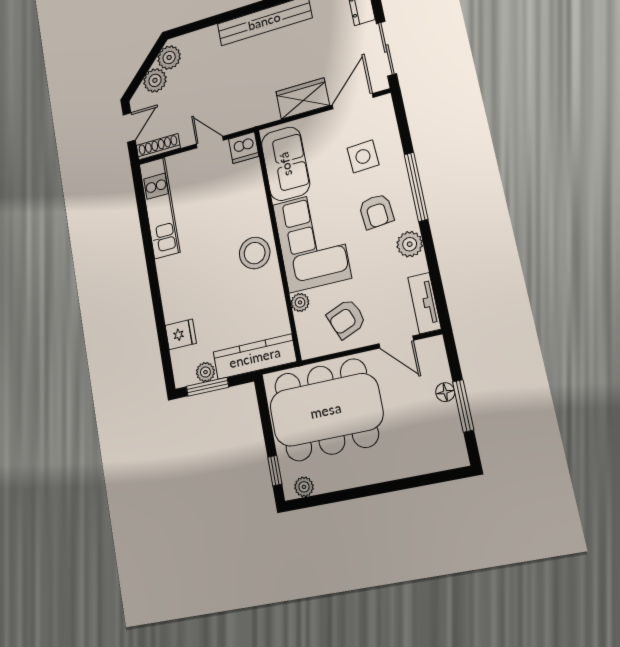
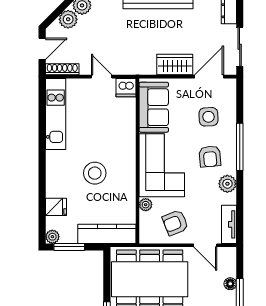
stool: (255, 253) -> (95, 173), moved
plant: (205, 372) -> (52, 237), moved

